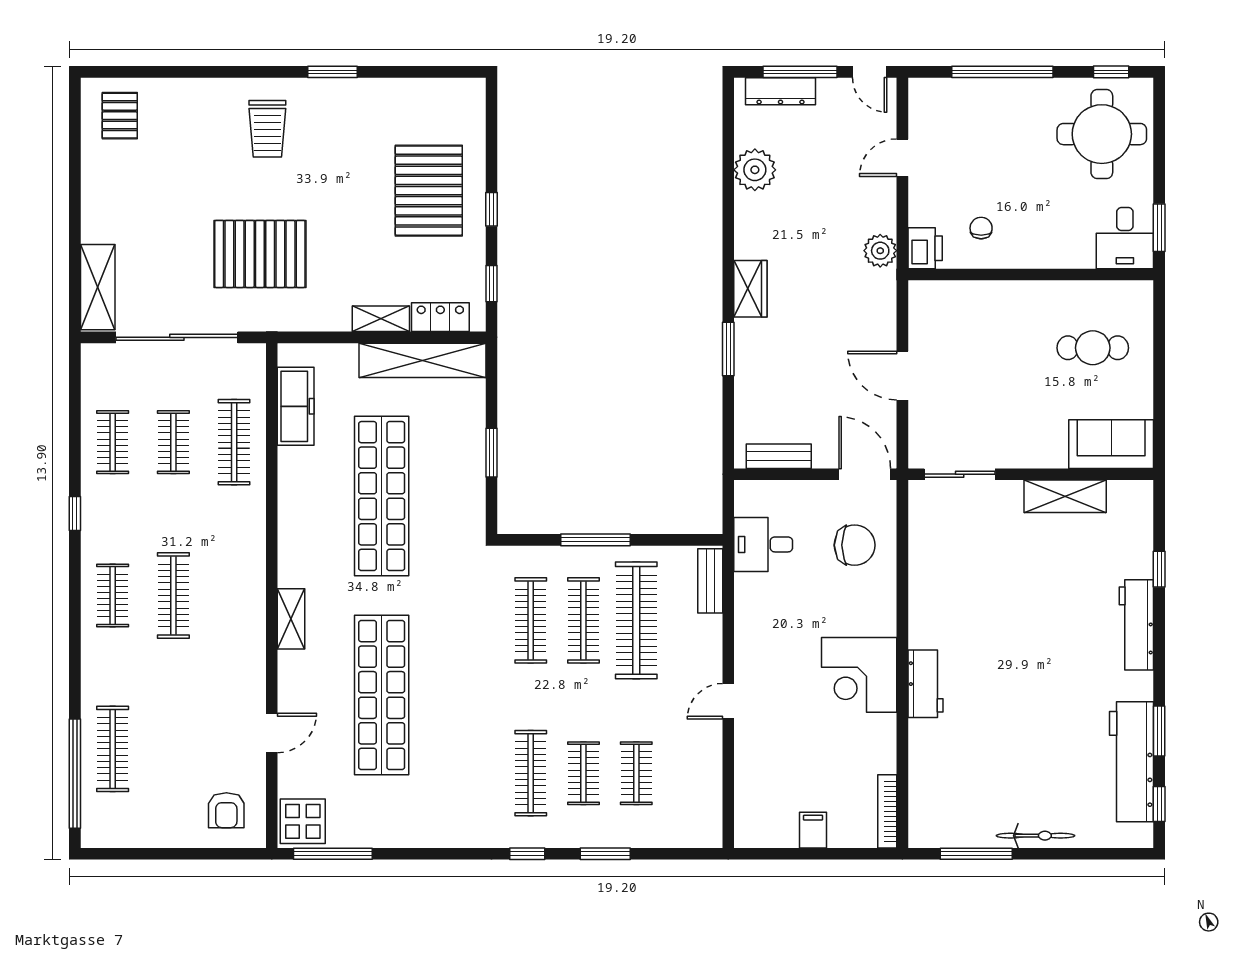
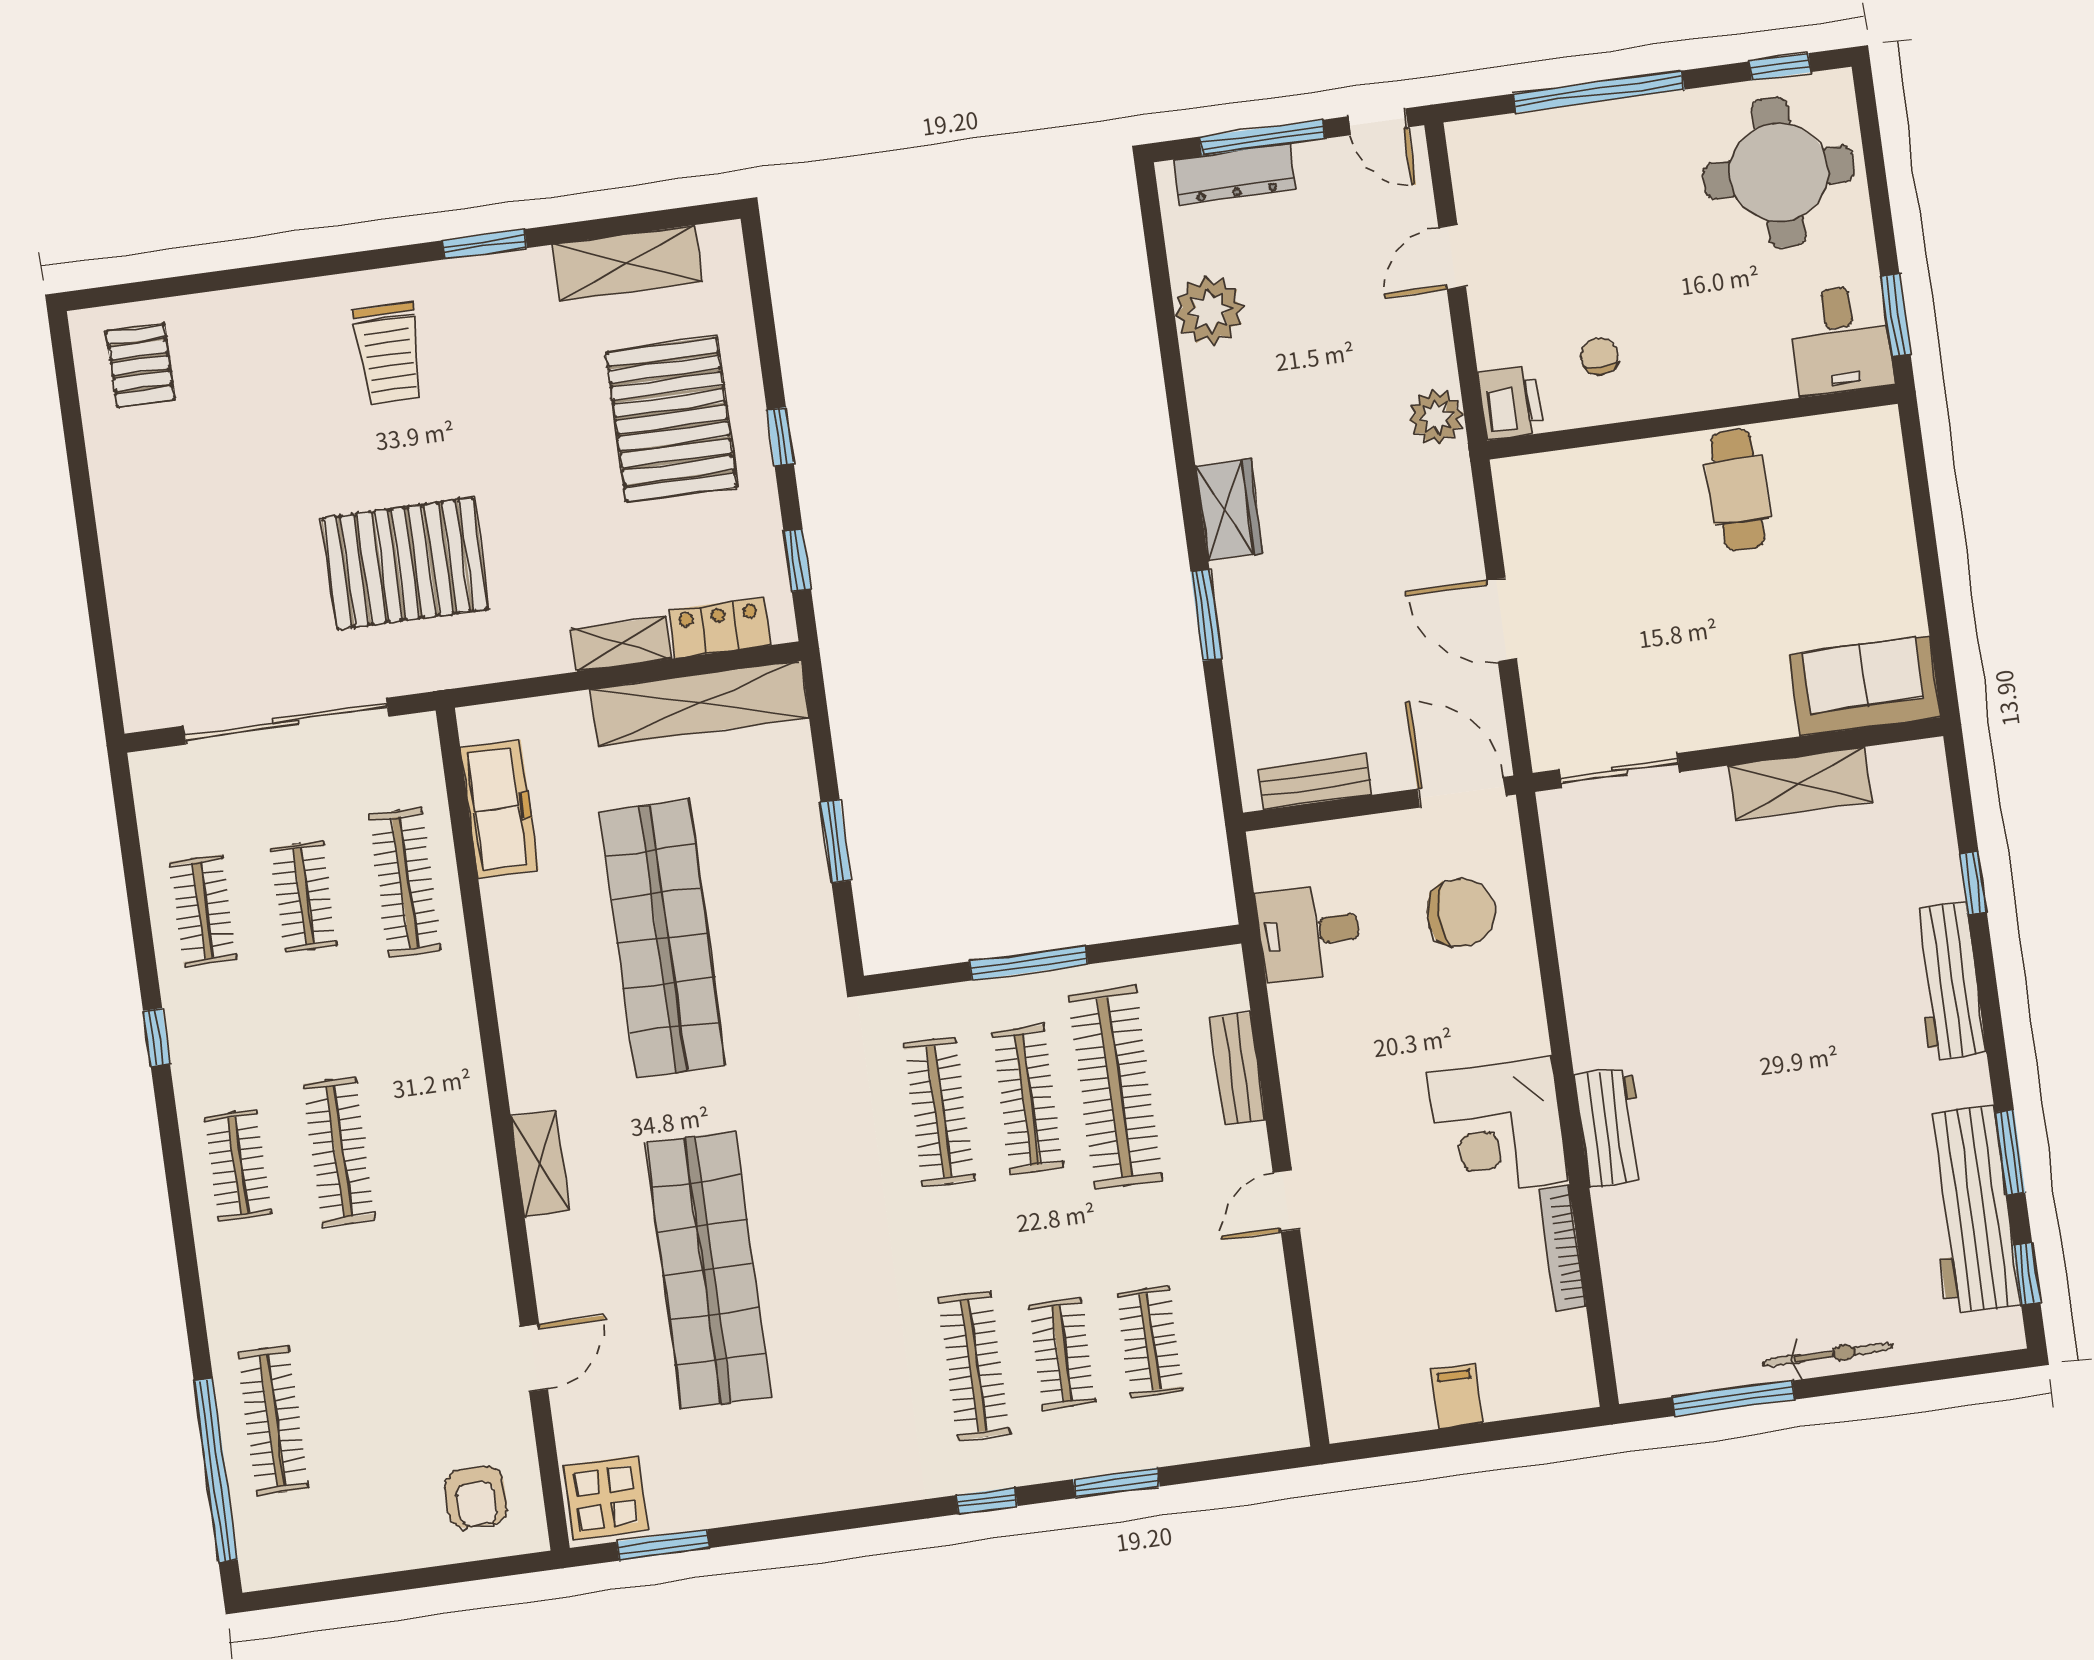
shelving: (98, 287) -> (627, 263), moved, turned 90
cafe table: (1093, 348) -> (1738, 490), moved, turned 90
bench: (710, 581) -> (1238, 1069), moved
bookcase: (887, 811) -> (1562, 1248), moved
window: (333, 854) -> (663, 1545), width x0.69

